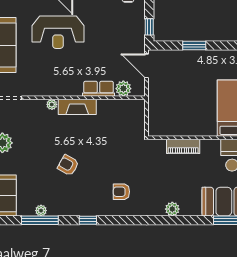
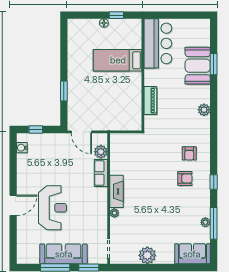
window: (149, 27) -> (36, 129), moved
door: (147, 66) -> (81, 132), hinge flipped
armchair: (68, 165) -> (185, 178), moved, turned -119

